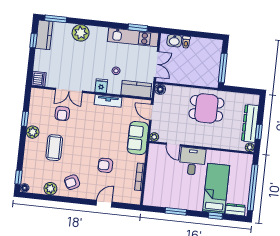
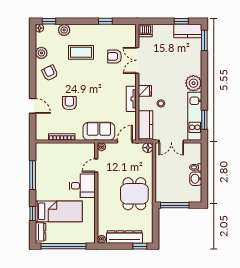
plant: (81, 33) -> (193, 83), moved
washbasin: (174, 41) -> (196, 179), moved
plant: (33, 132) -> (64, 30), moved
window: (259, 132) -> (140, 246), moved
window: (176, 211) -> (33, 175), width x1.44

